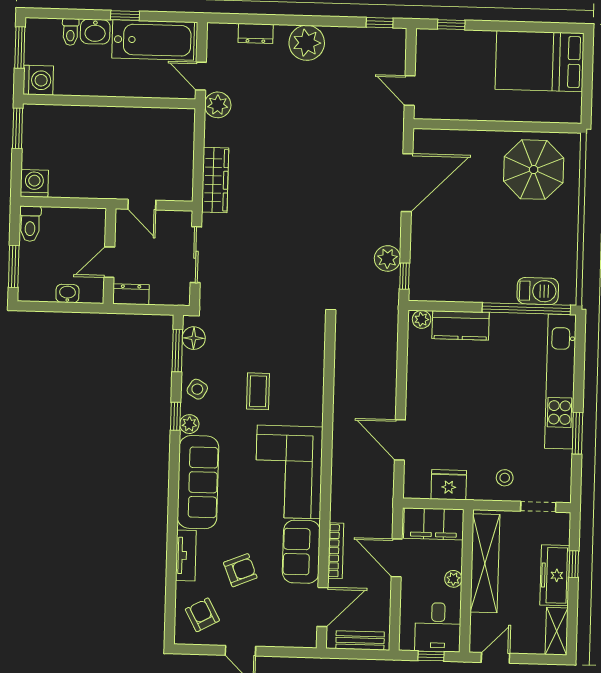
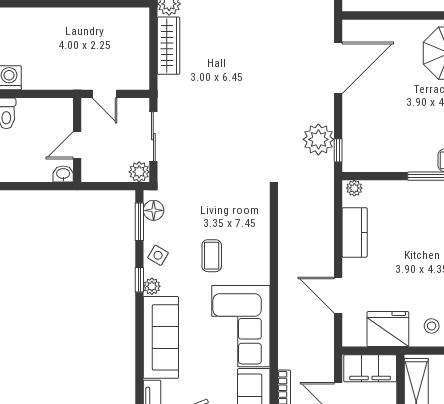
wardrobe: (215, 180) -> (169, 46), moved
plant: (387, 258) -> (318, 139), width x1.36, depth x1.36
washbasin: (67, 293) -> (63, 174), moved
dresser: (131, 294) -> (97, 173), removed
plant: (179, 294) -> (139, 172), added
kitchen counter: (461, 325) -> (355, 232), moved, turned -90
fridge: (449, 485) -> (388, 329), width x1.36, depth x1.34

